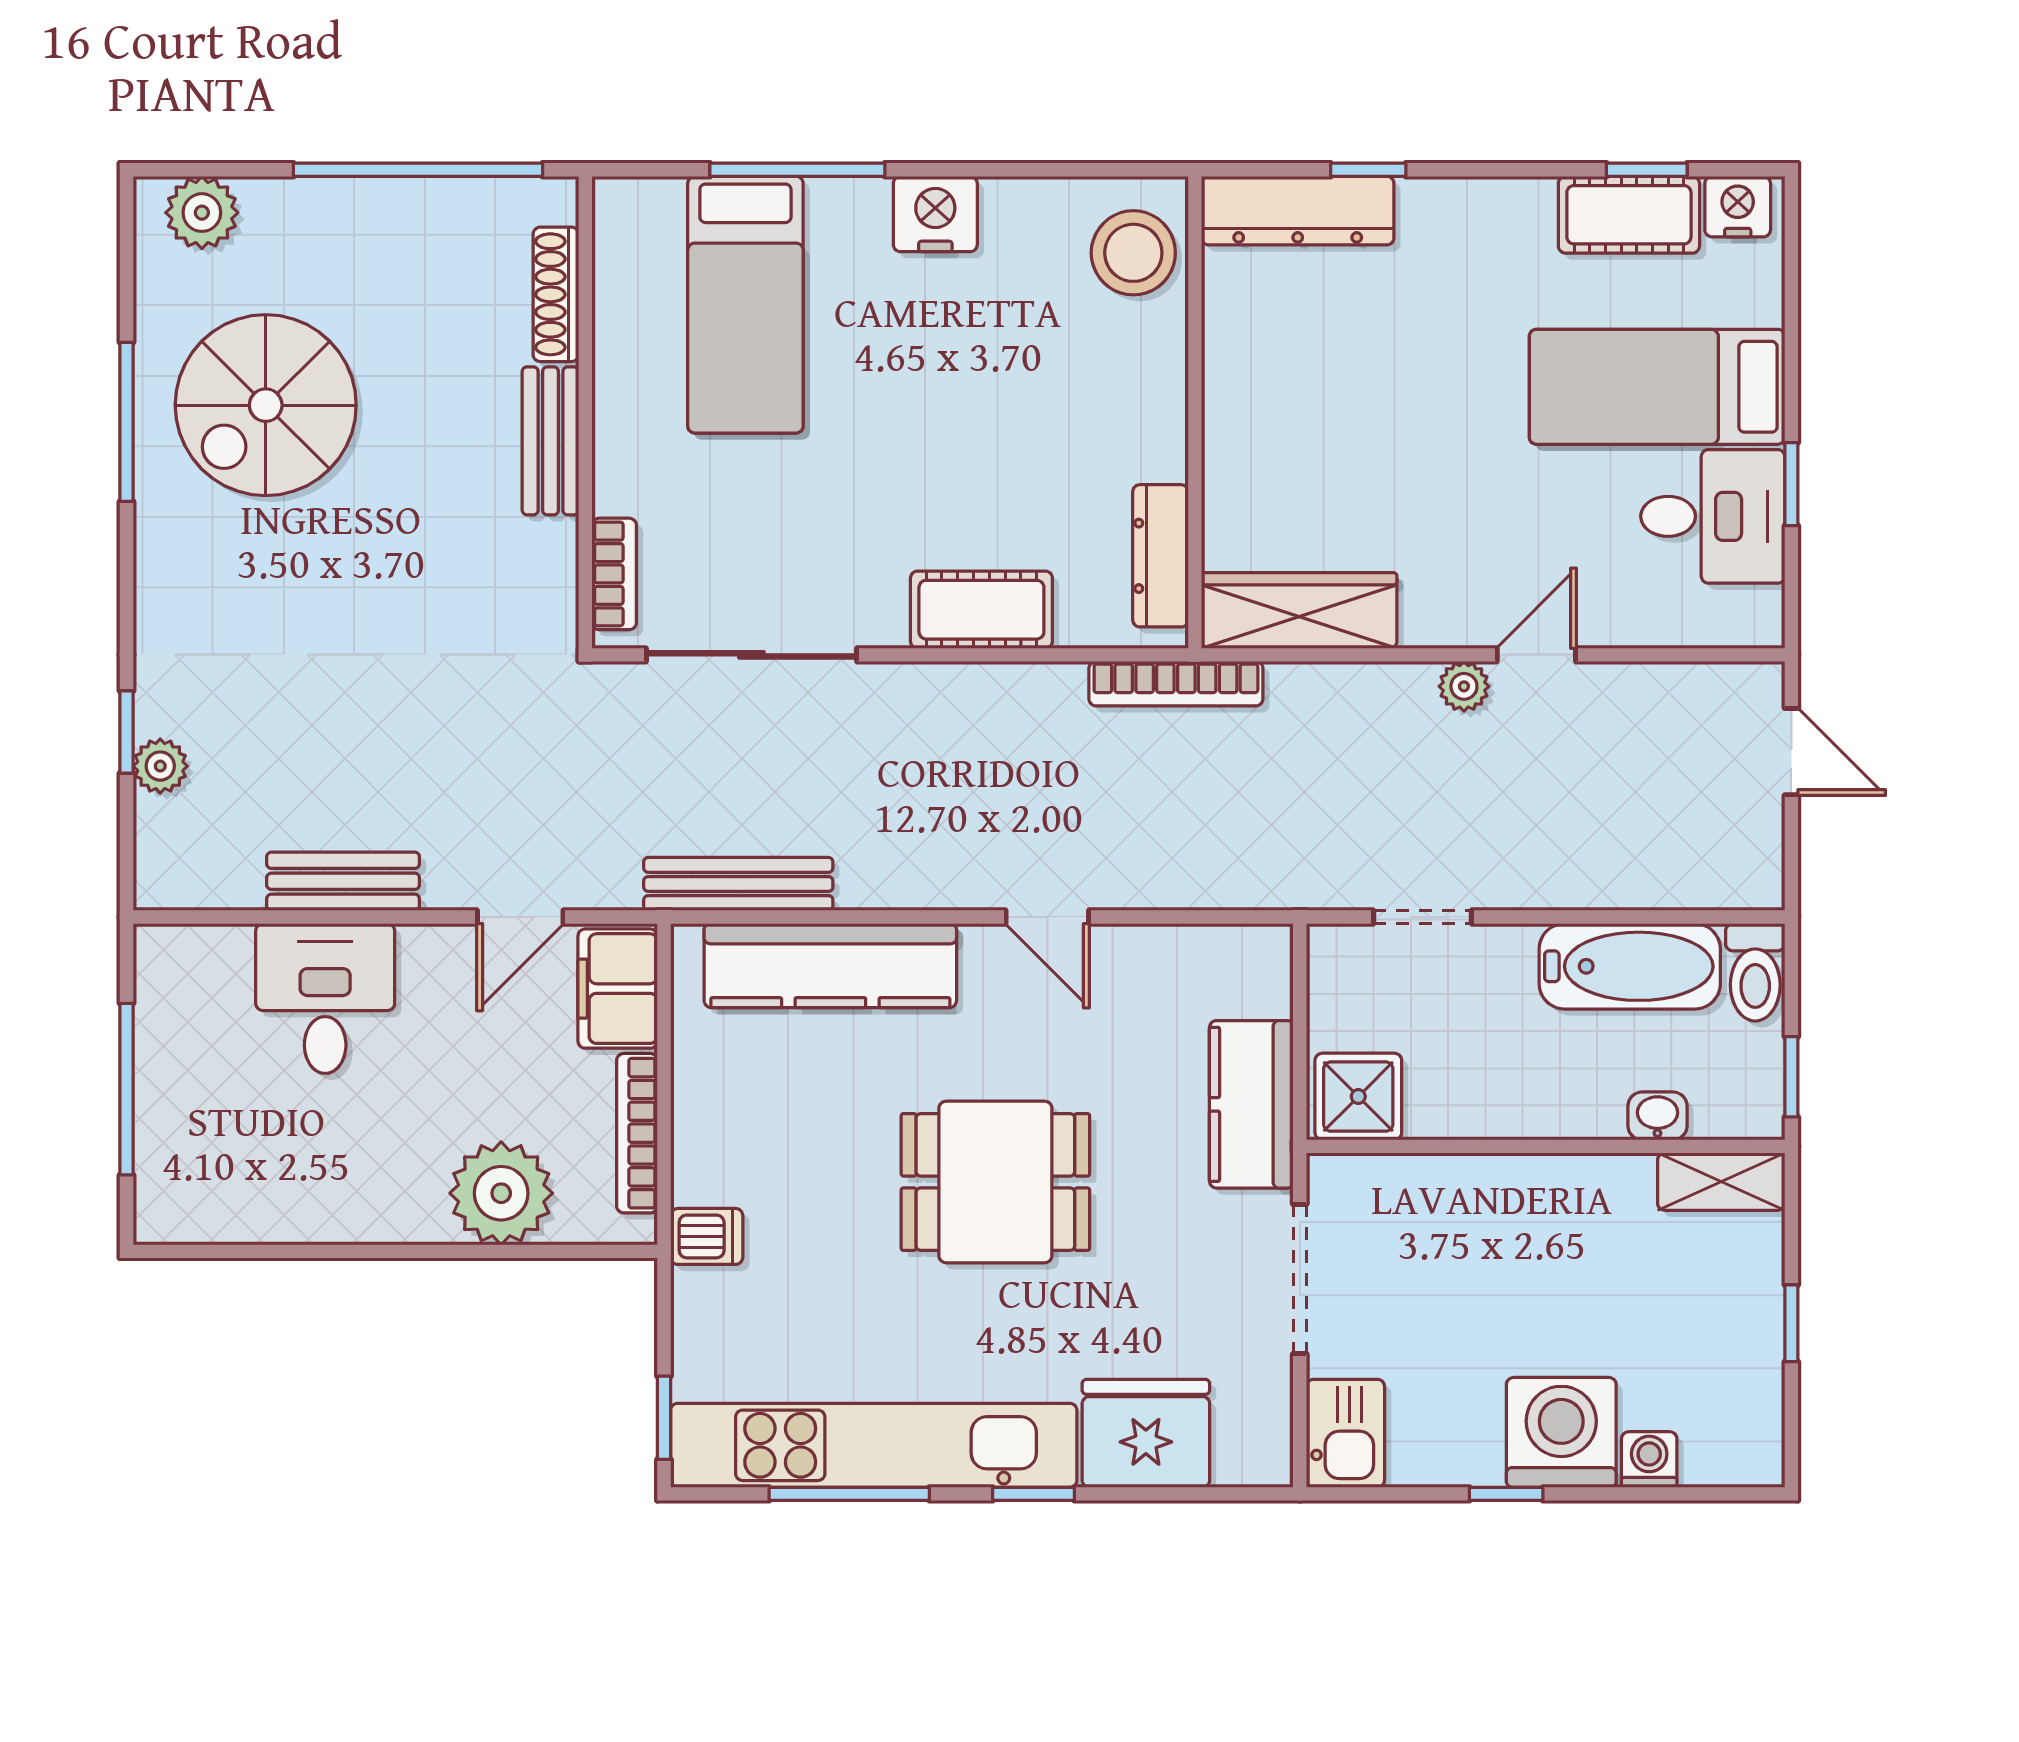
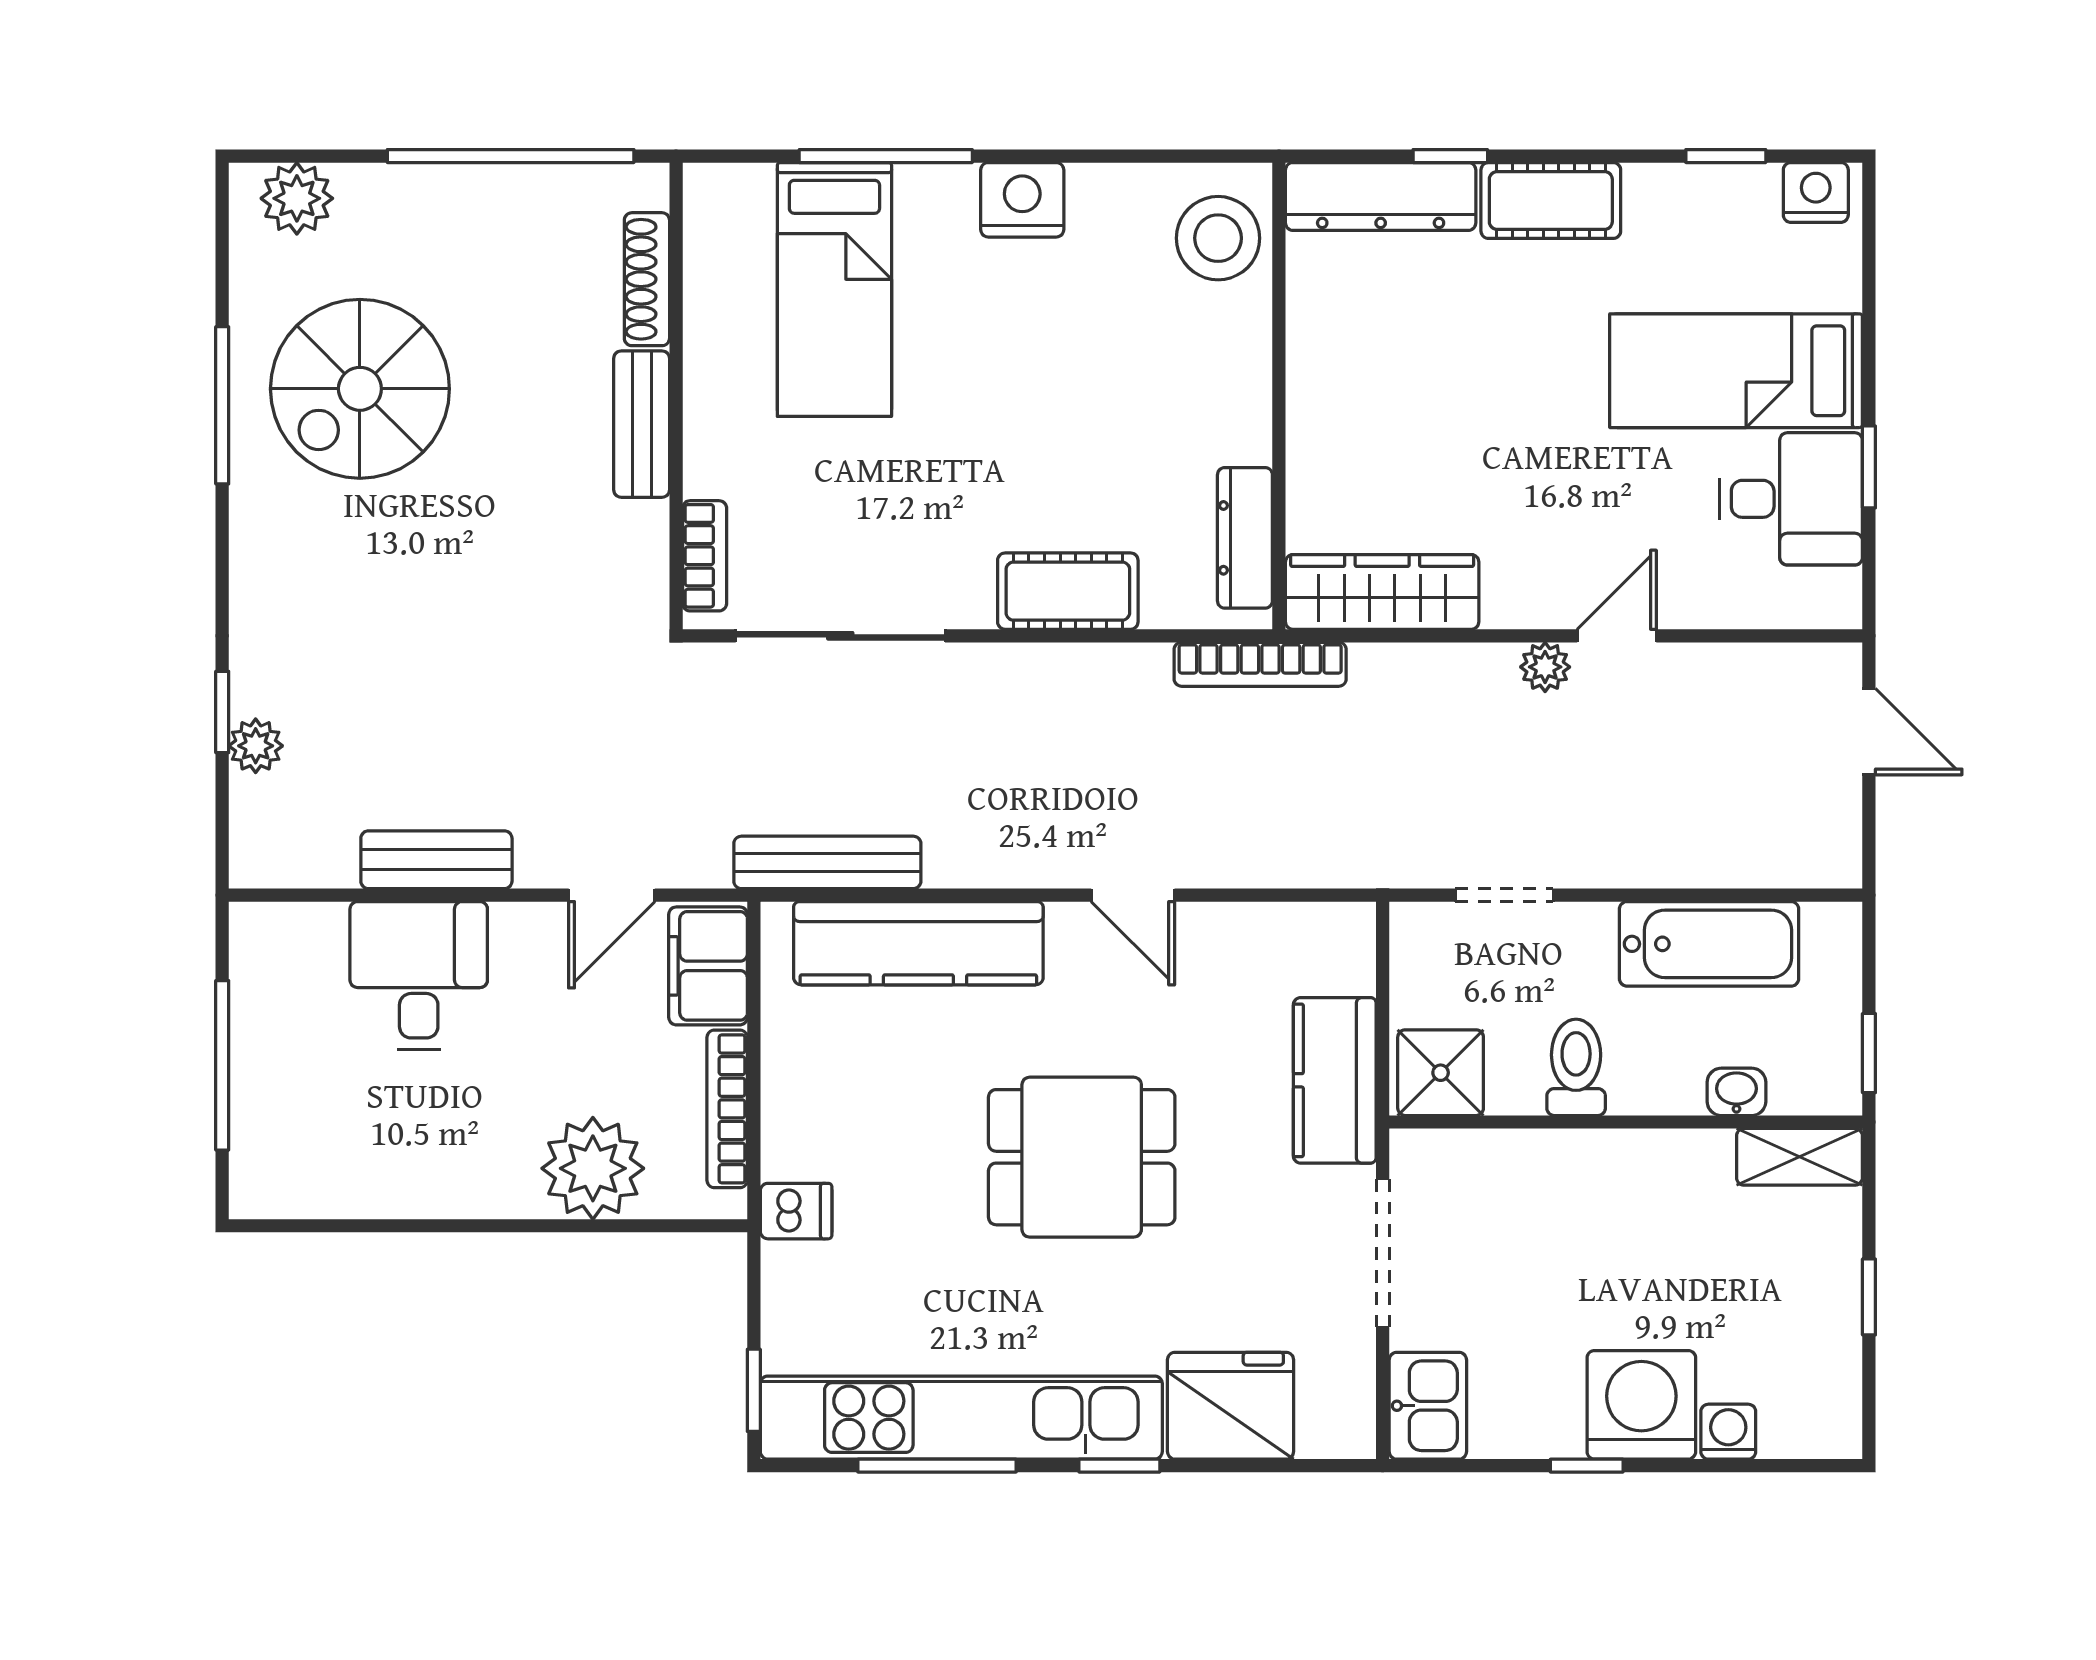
cot: (1629, 215) -> (1551, 200), moved
toilet: (1755, 972) -> (1576, 1067), moved, turned 180

